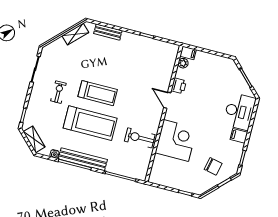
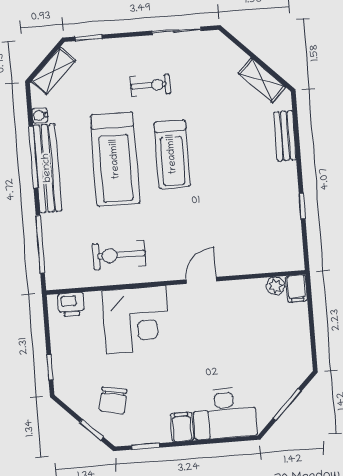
printer: (179, 86) -> (71, 305), moved
exercise bike: (140, 138) -> (119, 255), turned -90

